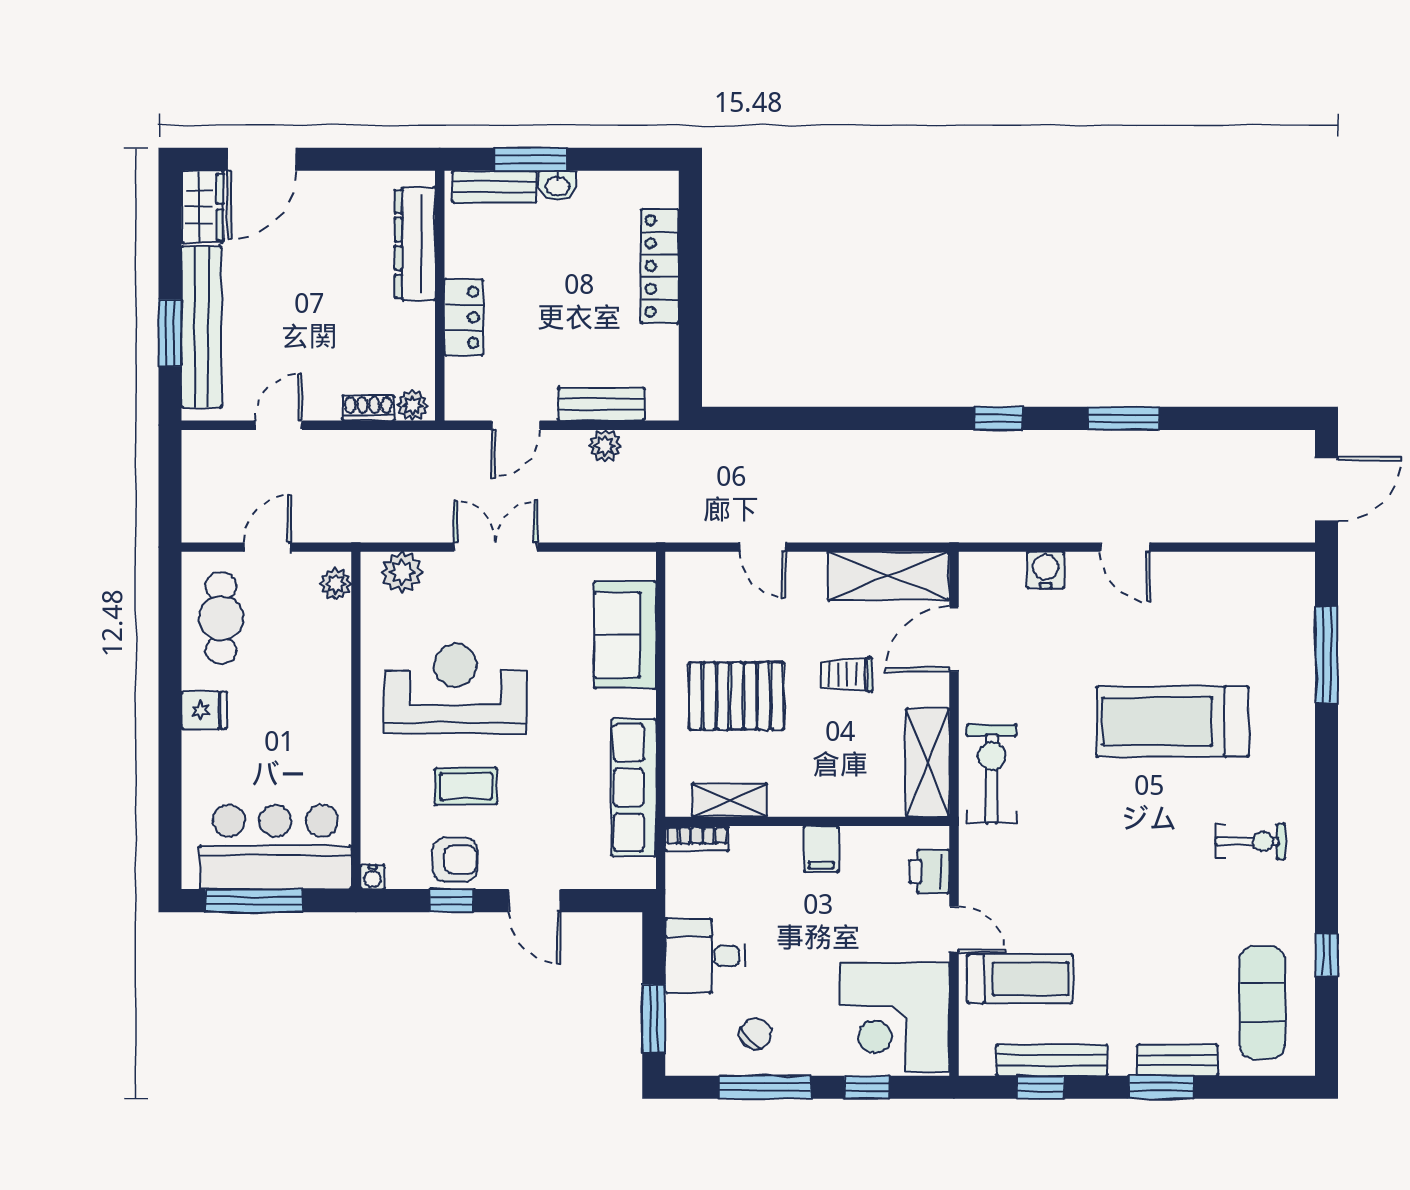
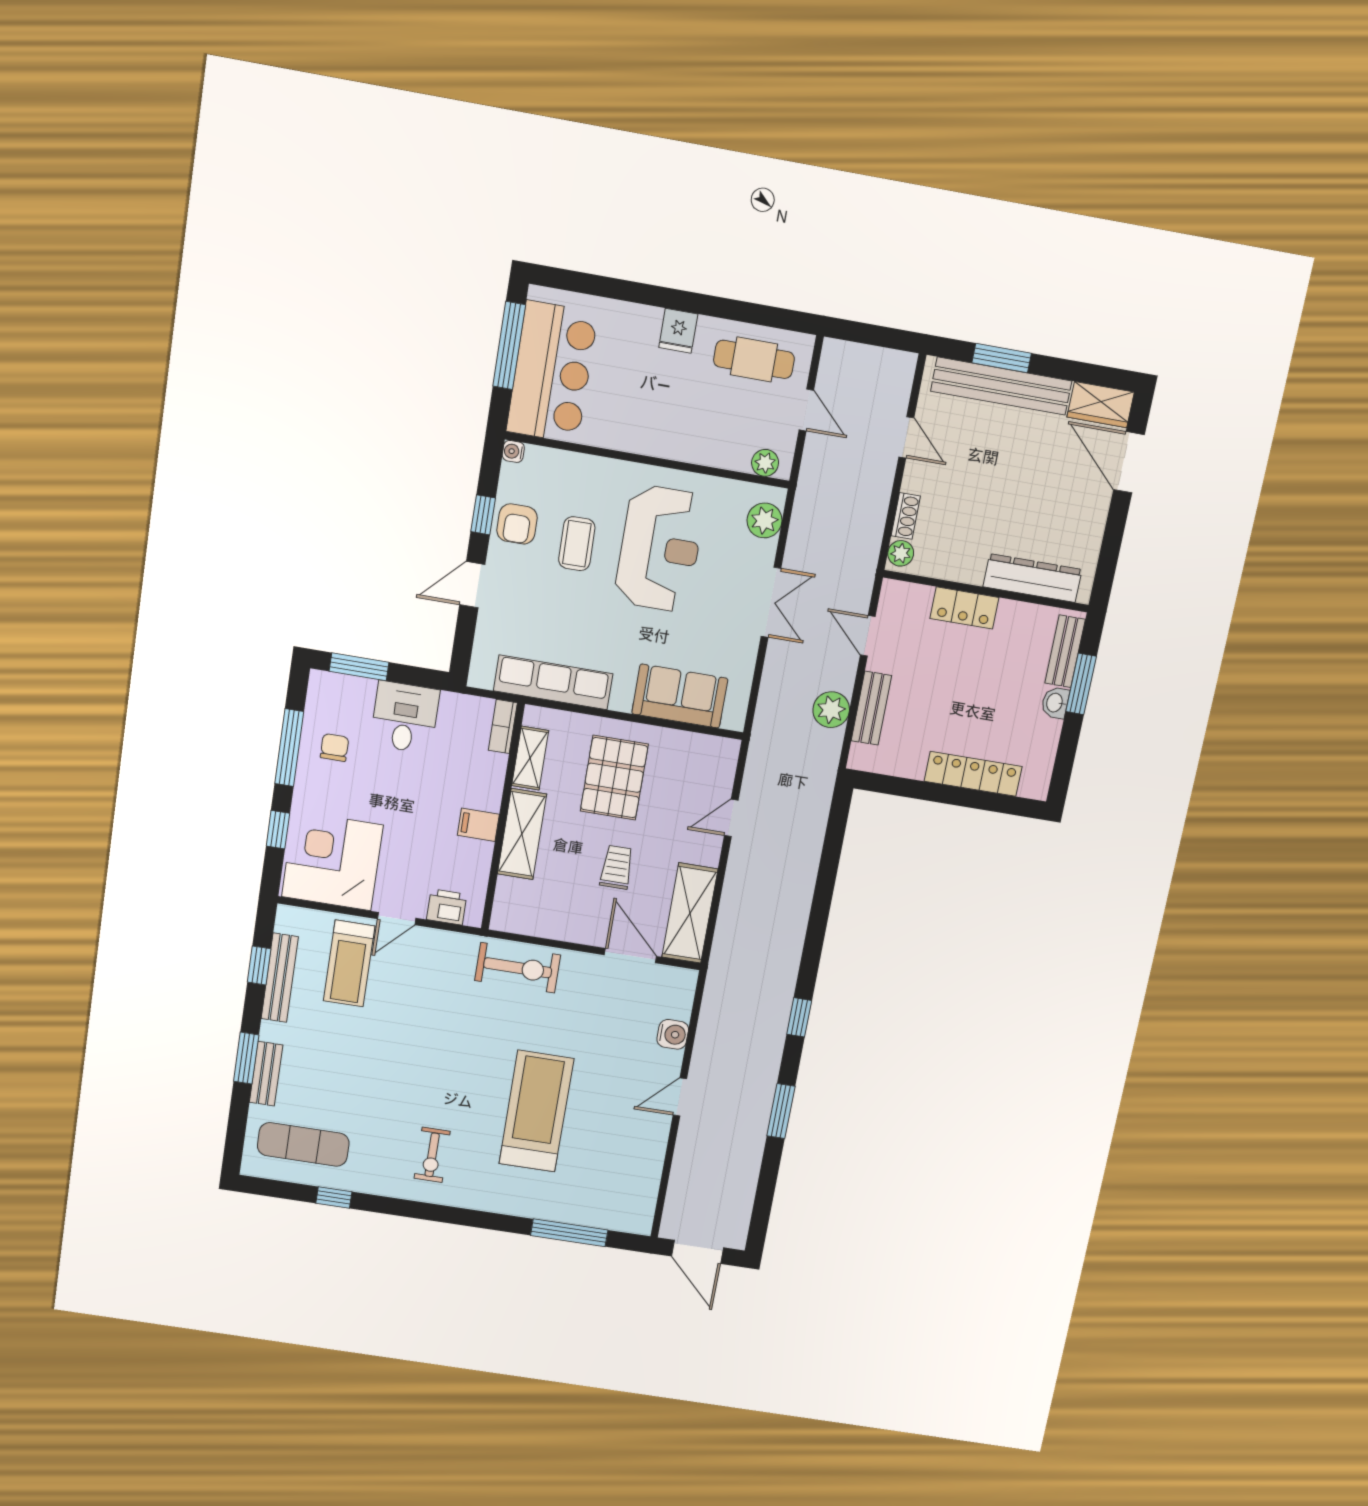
plant: (605, 446) -> (831, 710), width x1.38, depth x1.38
shelving: (928, 763) -> (522, 834), moved, turned 90
chair: (756, 1034) -> (334, 747), turned -137

